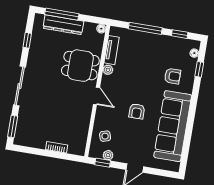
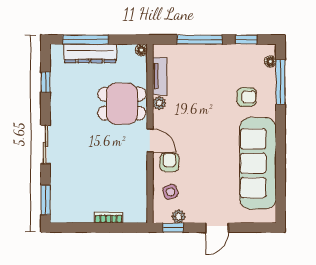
window: (199, 69) -> (280, 82), width x2.17
sliding door: (19, 86) -> (46, 144), width x0.73
armchair: (137, 111) -> (169, 162), moved, turned 180

